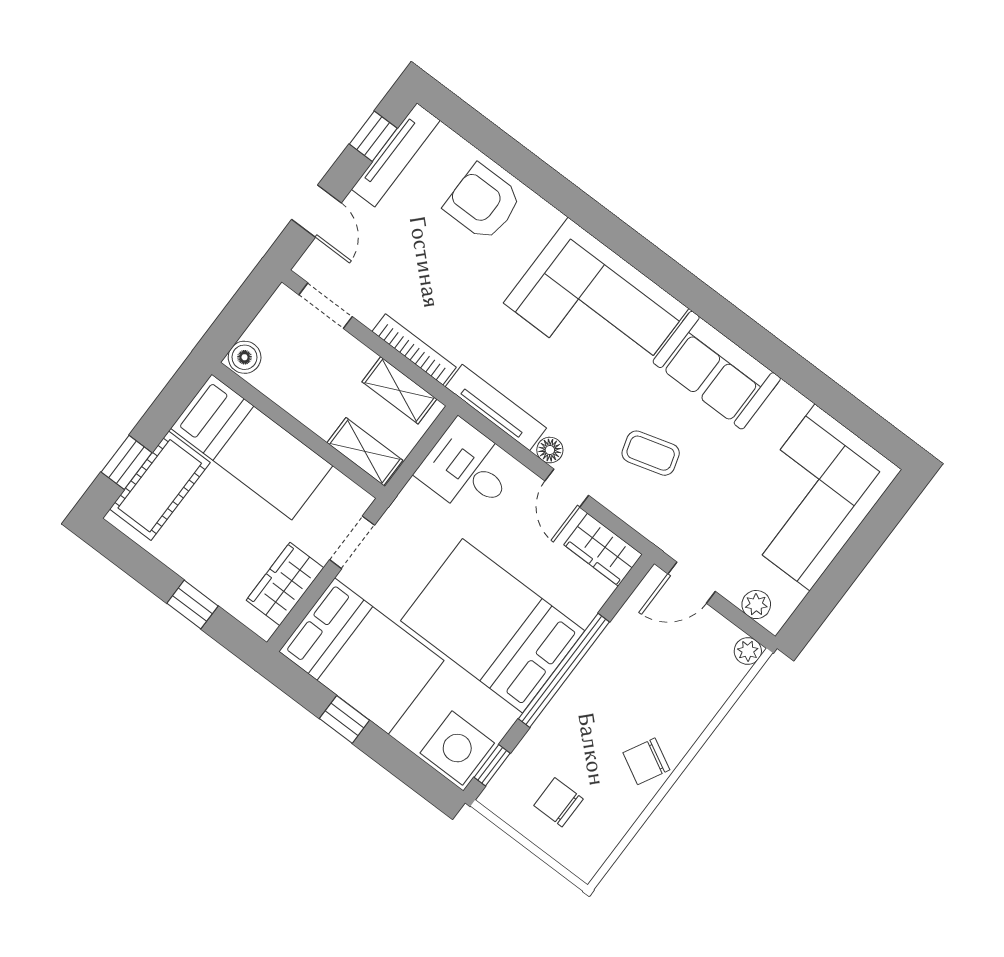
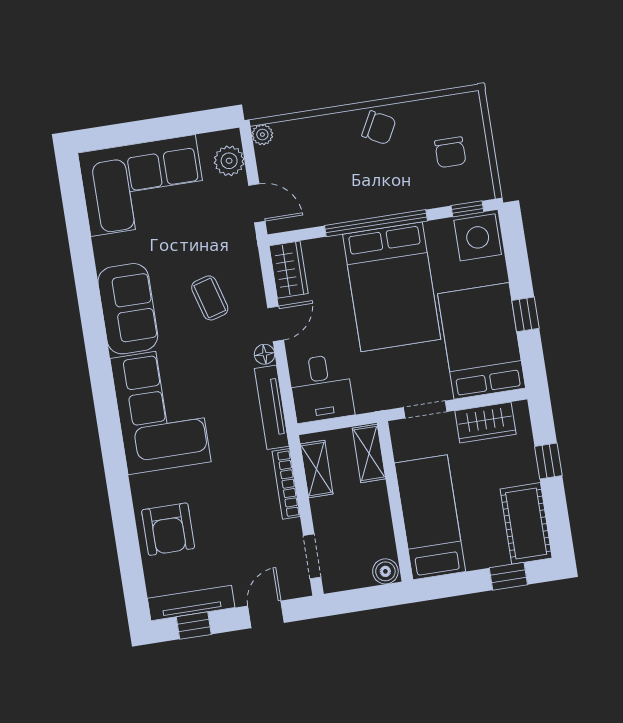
cot: (160, 486) -> (526, 523), moved, turned 90
plant: (756, 605) -> (229, 161), width x1.38, depth x1.38

